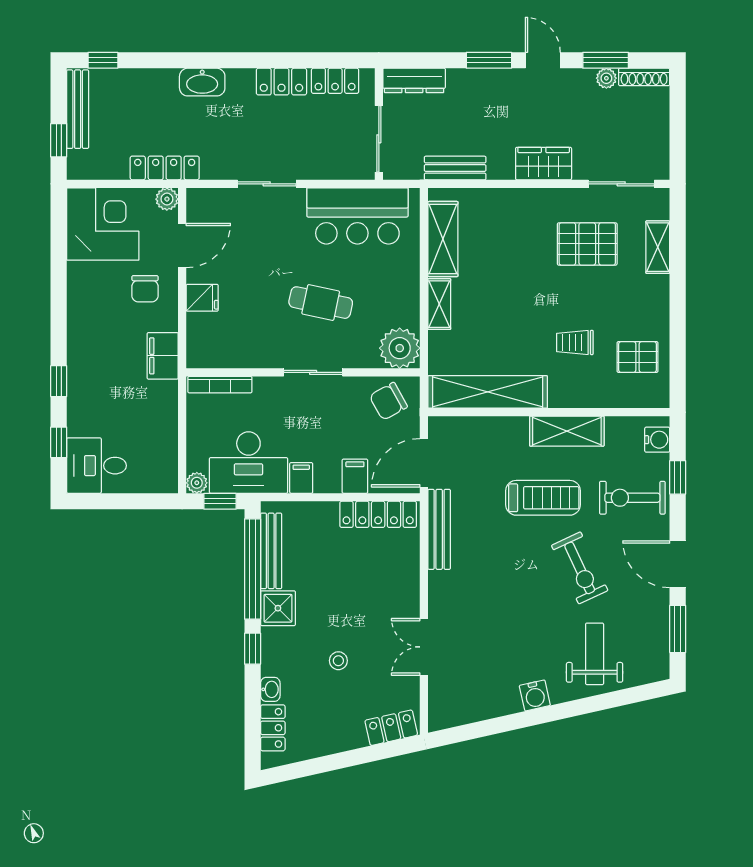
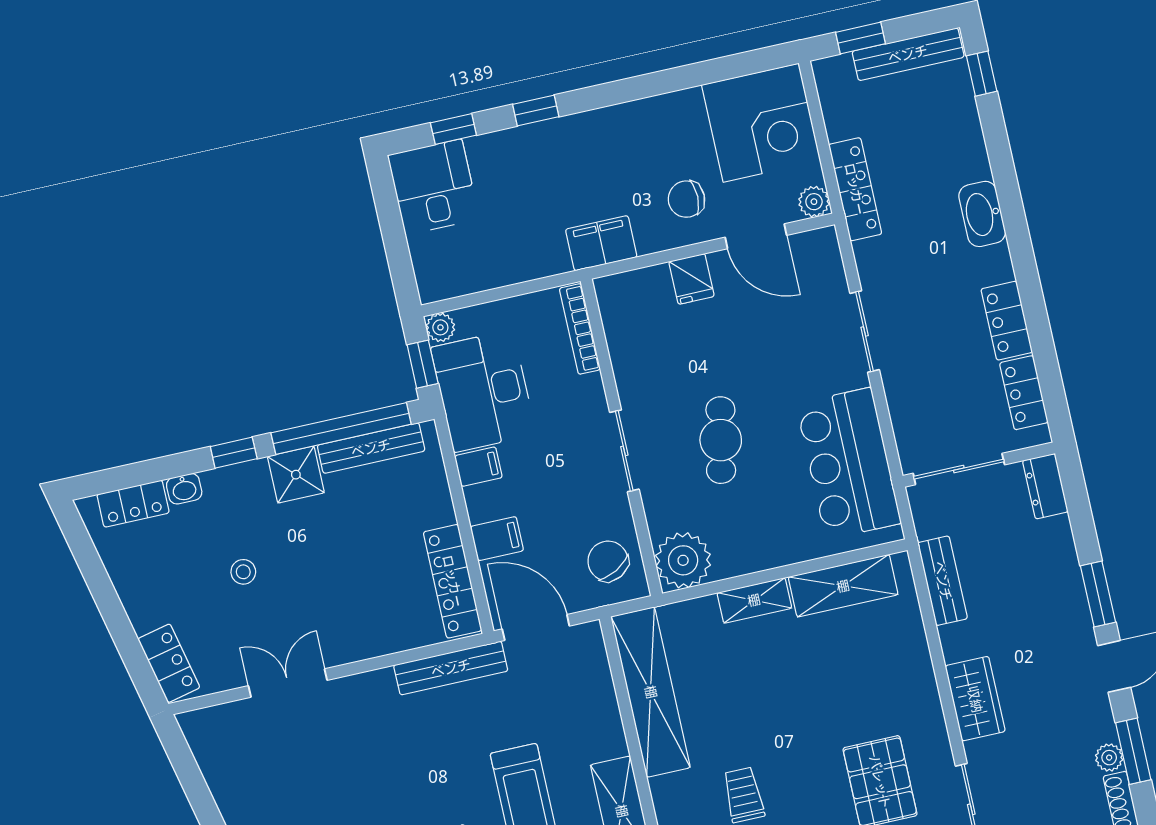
dresser: (414, 80) -> (1045, 486), width x0.70

